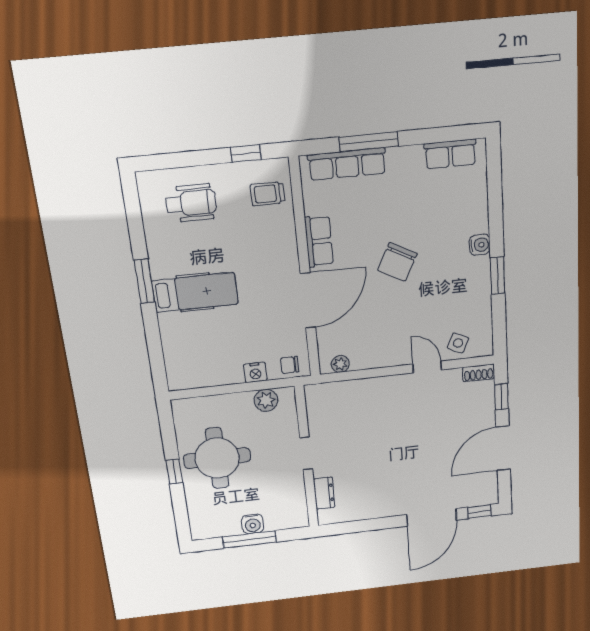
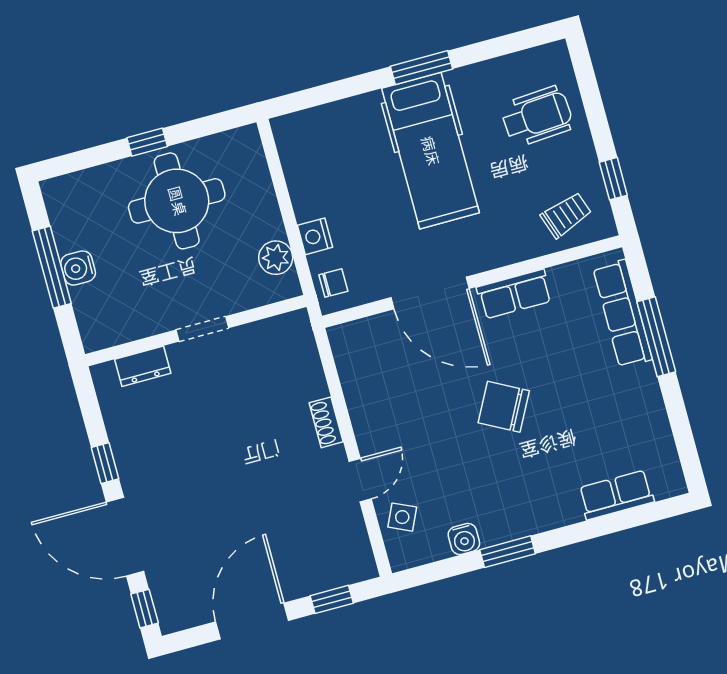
row of seats: (450, 154) -> (616, 495), moved, turned 90
trolley: (268, 194) -> (566, 215), turned 71
wheelchair: (191, 203) -> (537, 116), turned -94
water cooler: (480, 245) -> (464, 539), moved
hospital bed: (195, 292) -> (430, 151), width x1.37, depth x1.29
plant: (340, 364) -> (346, 354), removed
chair: (290, 365) -> (333, 283), turned 90
shoe rack: (479, 373) -> (326, 422), moved
door: (503, 448) -> (252, 621), hinge flipped
window: (382, 523) -> (105, 463), added

